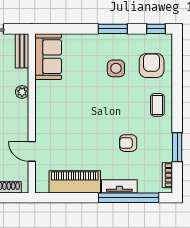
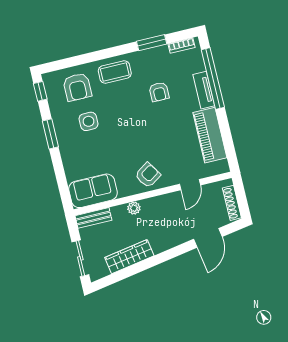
armchair: (152, 65) -> (77, 87), turned -90
coffee table: (157, 105) -> (115, 72), width x1.36, depth x1.30
armchair: (51, 113) -> (148, 175), added

